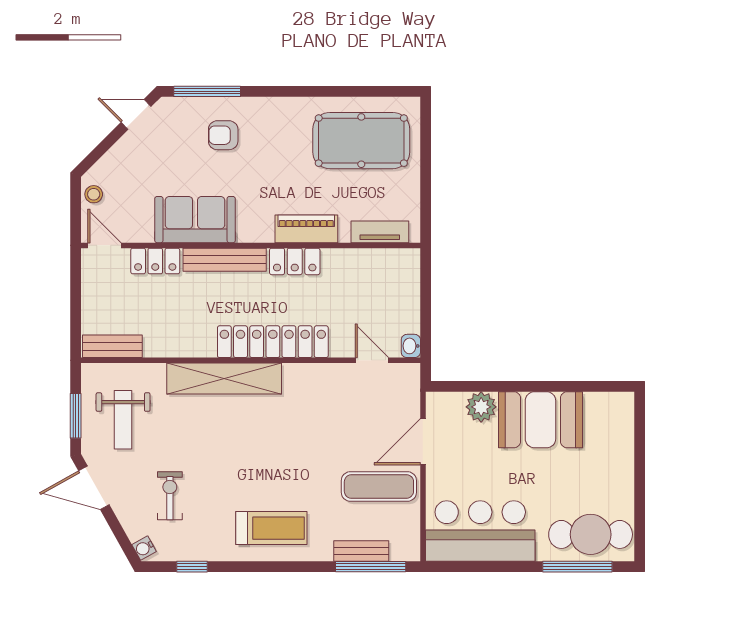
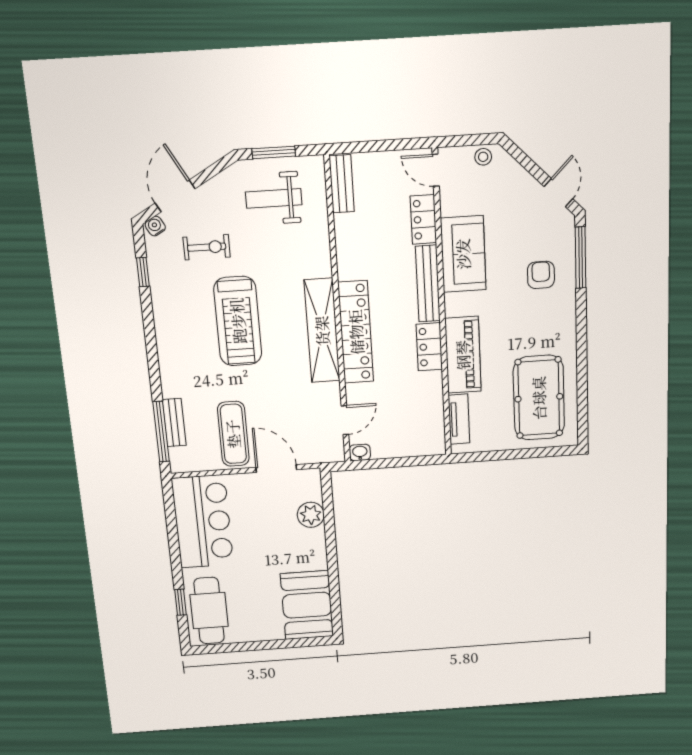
piano: (306, 229) -> (463, 355), width x1.37, depth x1.33
door: (104, 245) -> (436, 170), swing flipped
shelving: (224, 379) -> (322, 331), moved
booth: (540, 420) -> (307, 605), moved
door: (94, 488) -> (175, 196), moved
treadmill: (271, 528) -> (238, 321), moved, width x1.37, depth x1.38
window: (577, 567) -> (180, 602), width x0.46

